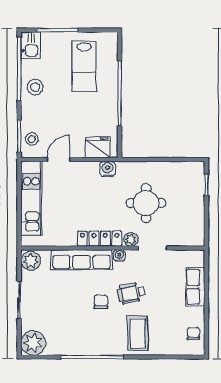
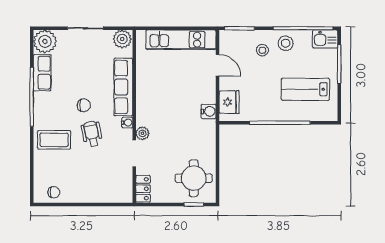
stool: (32, 139) -> (262, 50), moved
round table: (146, 203) -> (194, 178), moved
locker: (100, 239) -> (143, 189), moved, width x0.66
row of seats: (195, 287) -> (42, 73), moved, turned 90

